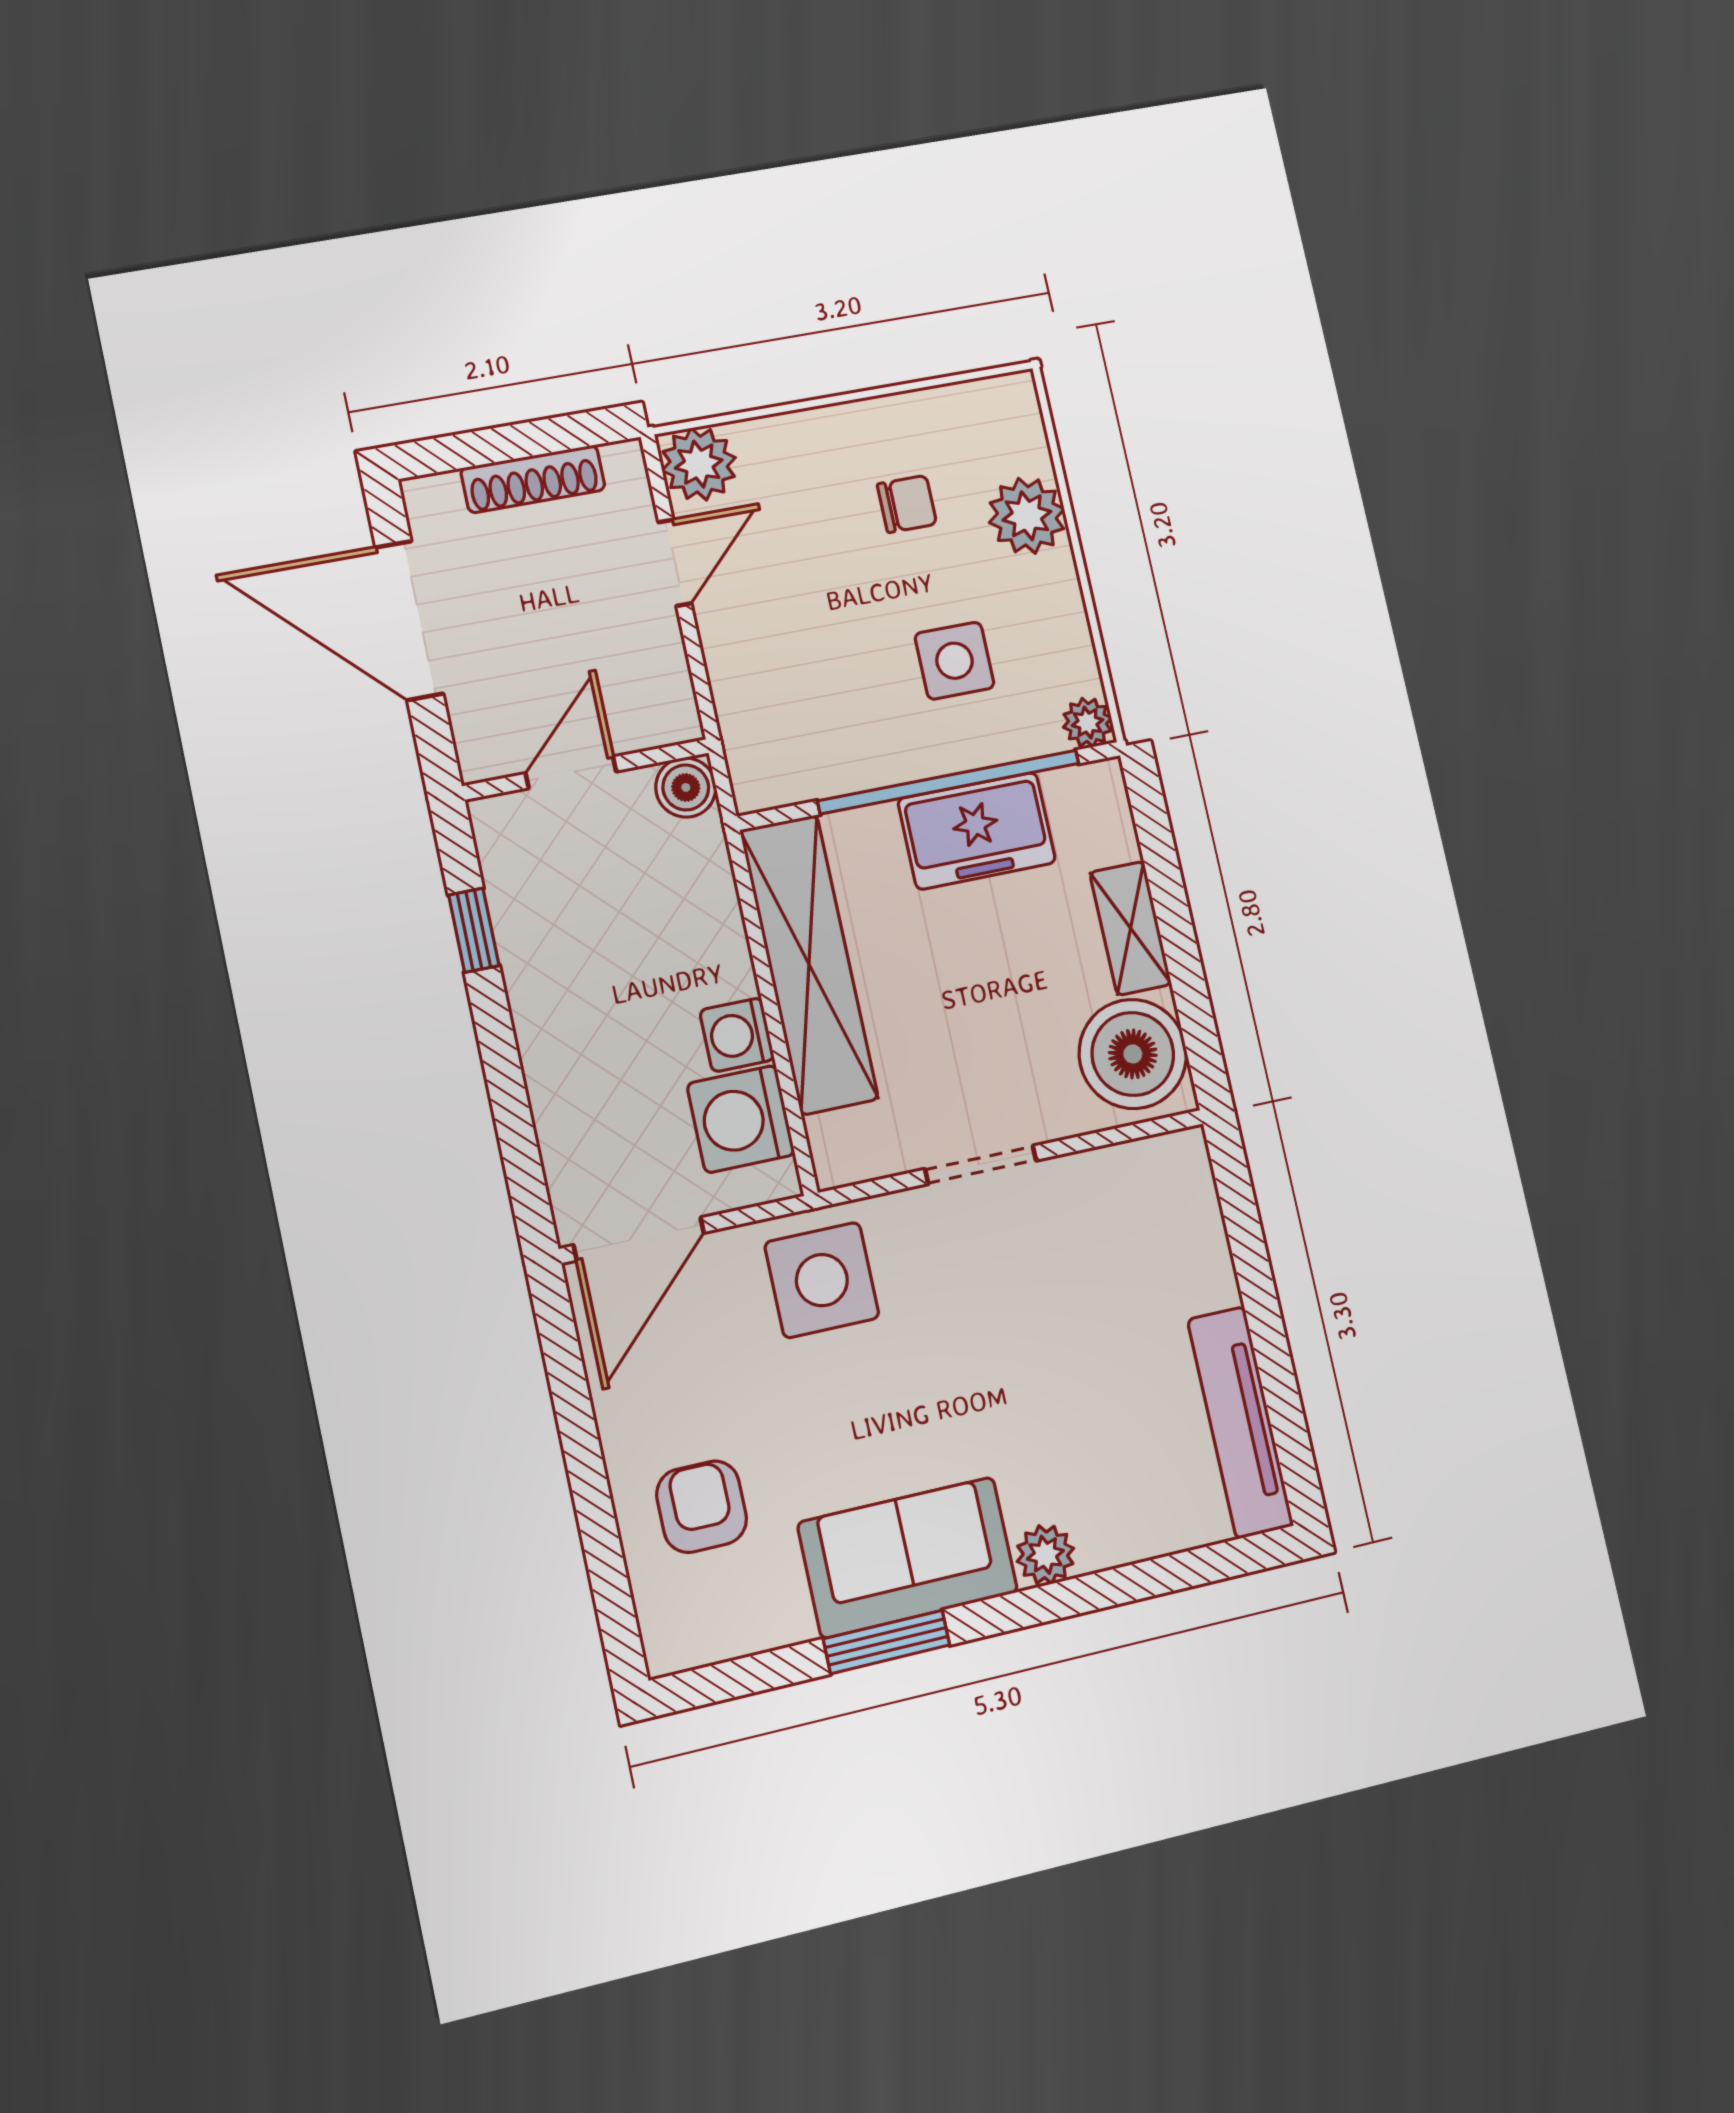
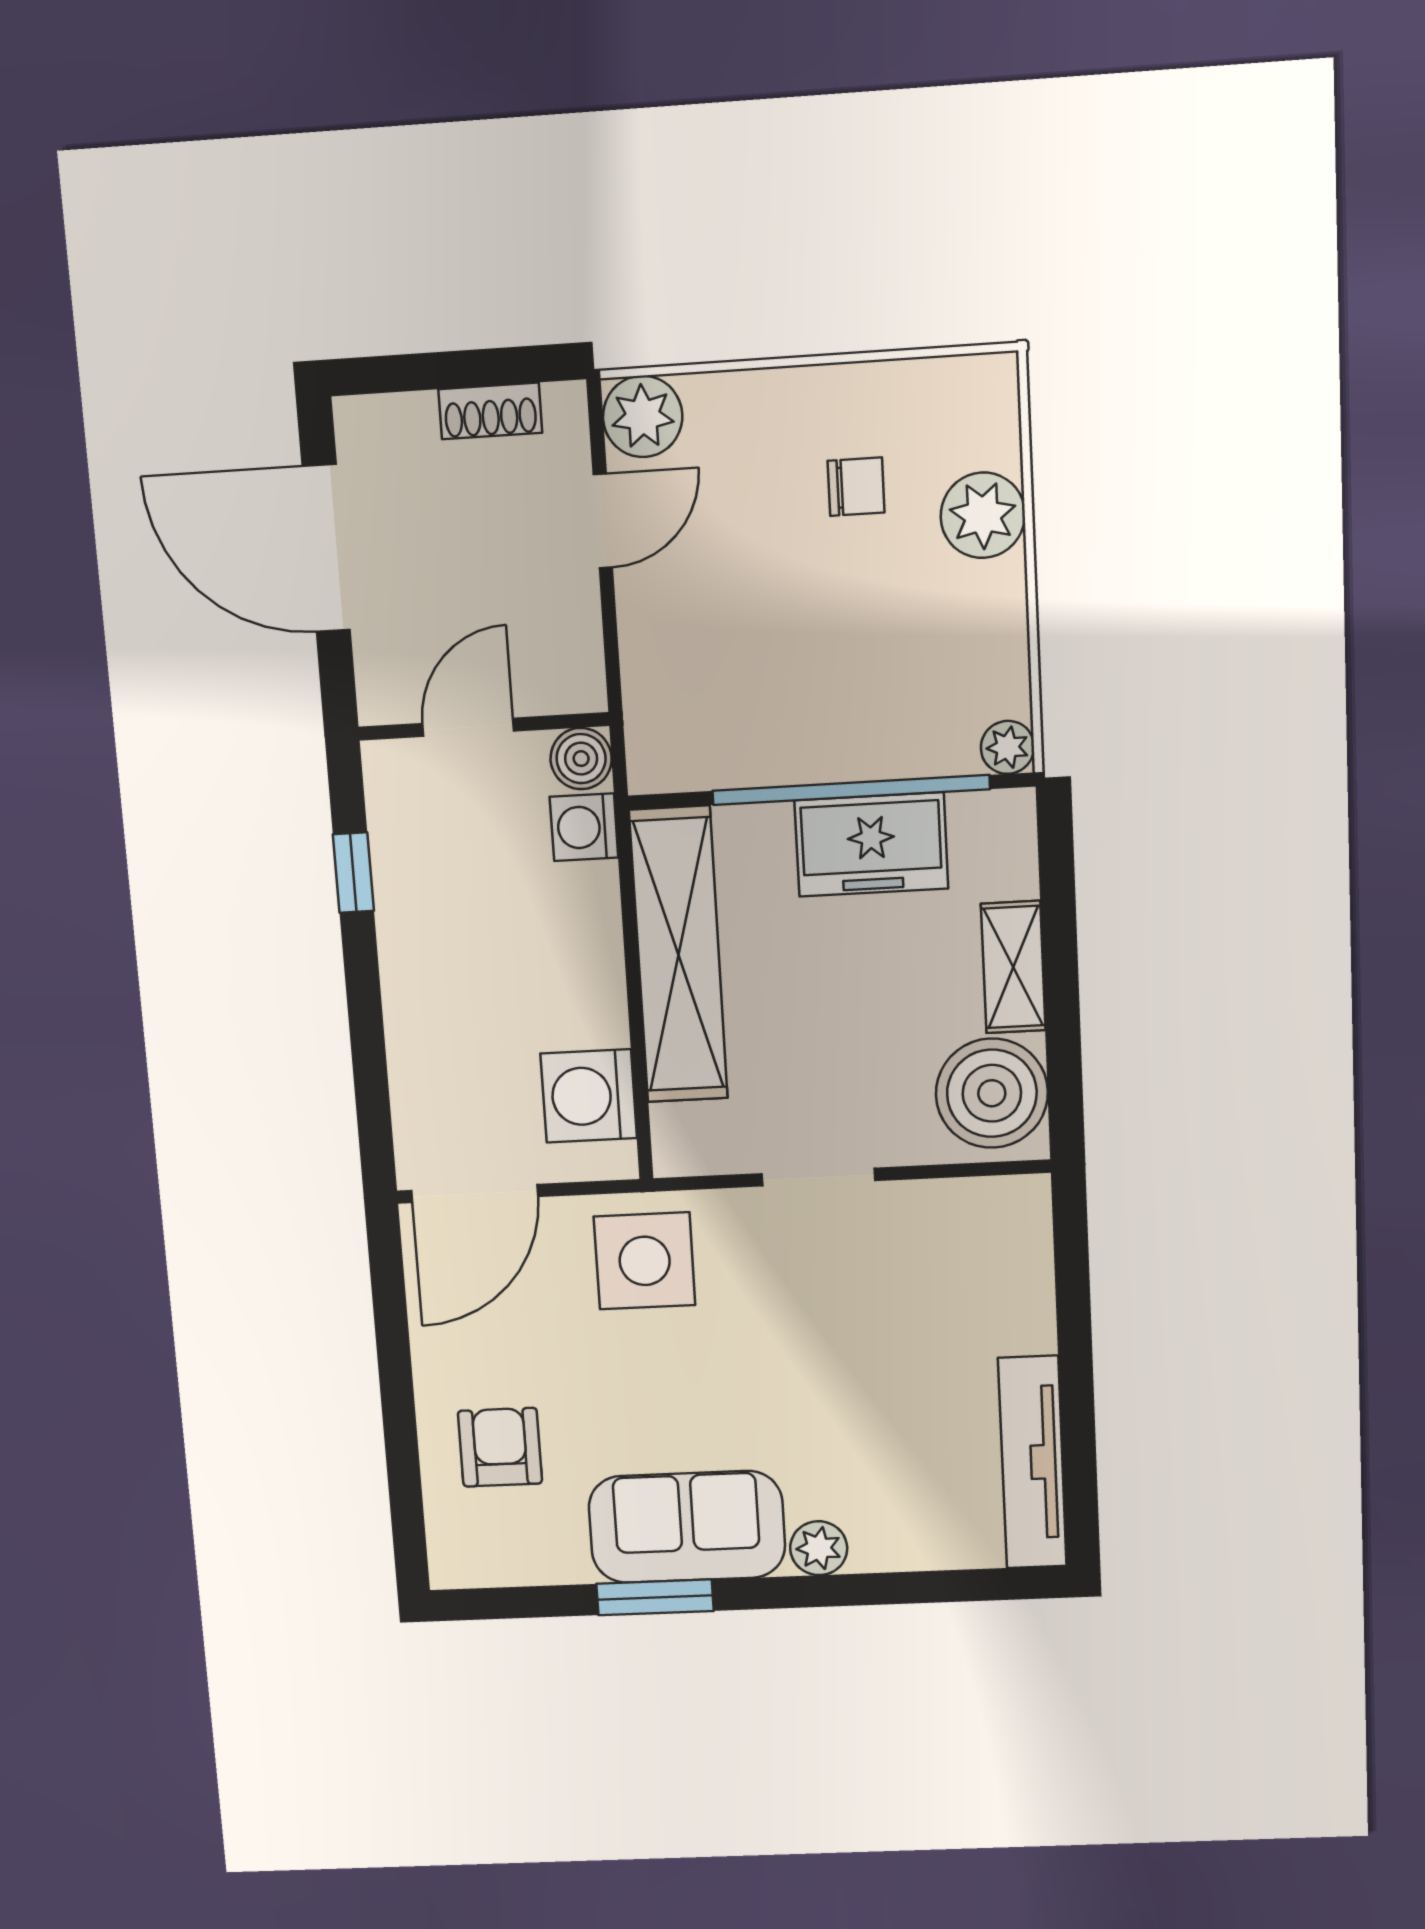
shoe rack: (533, 479) -> (490, 411), width x0.70
side table: (955, 661) -> (878, 663), removed
washing machine: (737, 1035) -> (584, 827), moved

